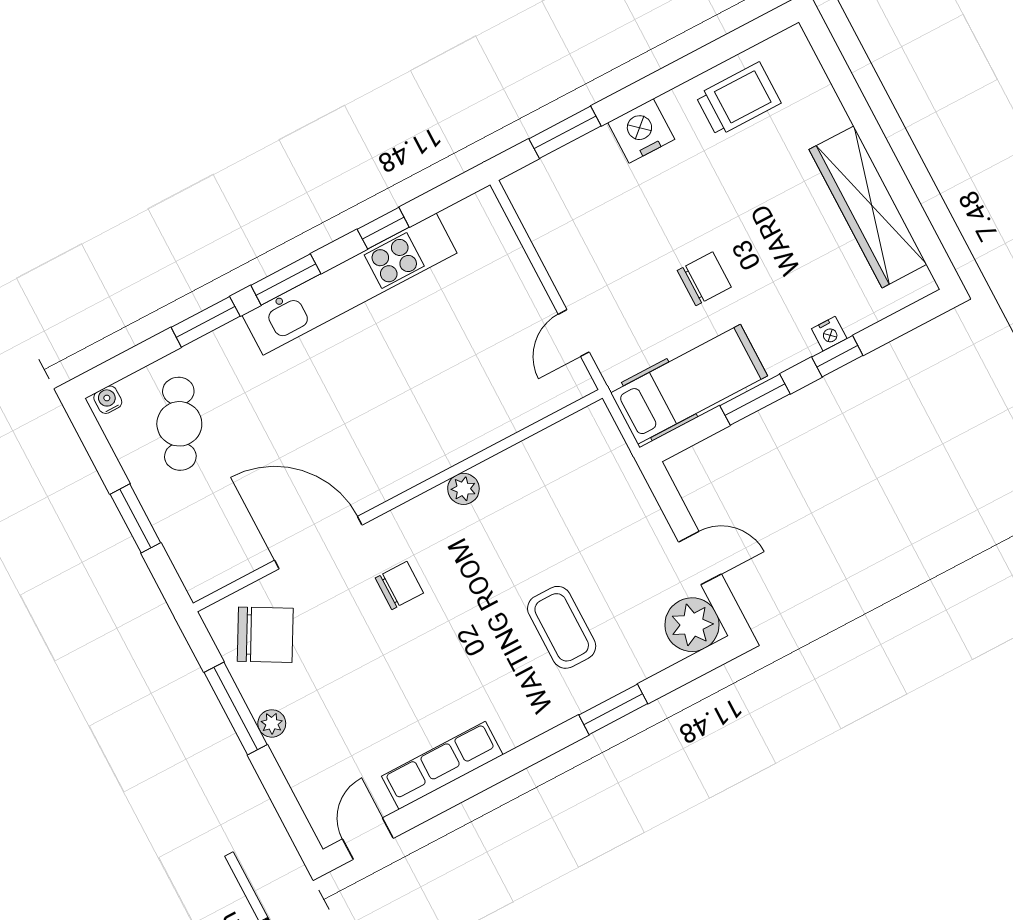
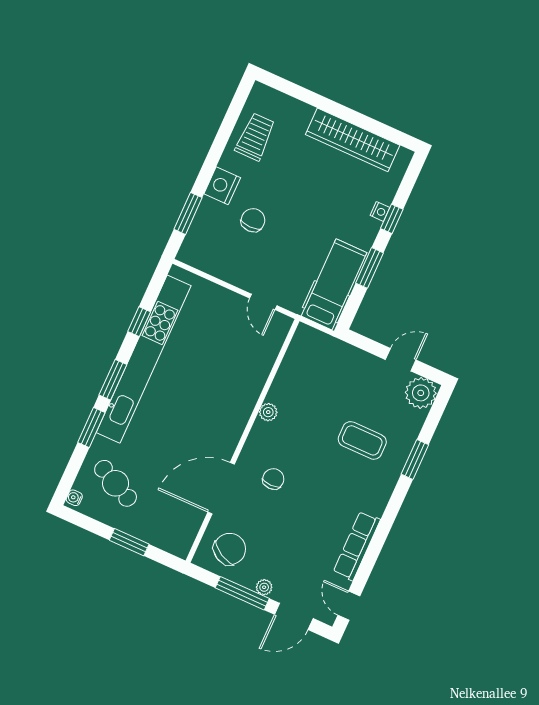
chair: (704, 279) -> (253, 220), moved
kitchen unit: (350, 284) -> (144, 359), width x1.36
door: (281, 795) -> (294, 616), added

